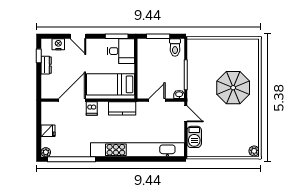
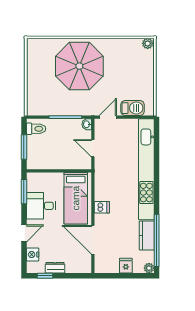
desk: (121, 51) -> (41, 206), moved, turned -90
parasol: (233, 88) -> (79, 66), width x1.36, depth x1.36
dishwasher: (92, 108) -> (102, 207), moved
kitchen counter: (122, 108) -> (147, 235), moved, turned 180

